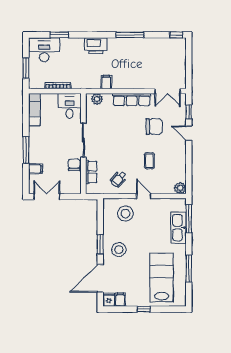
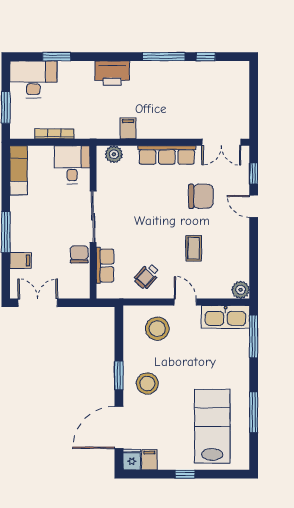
window: (176, 35) -> (206, 57), moved
kitchen sink: (178, 228) -> (226, 317), moved, turned -90

